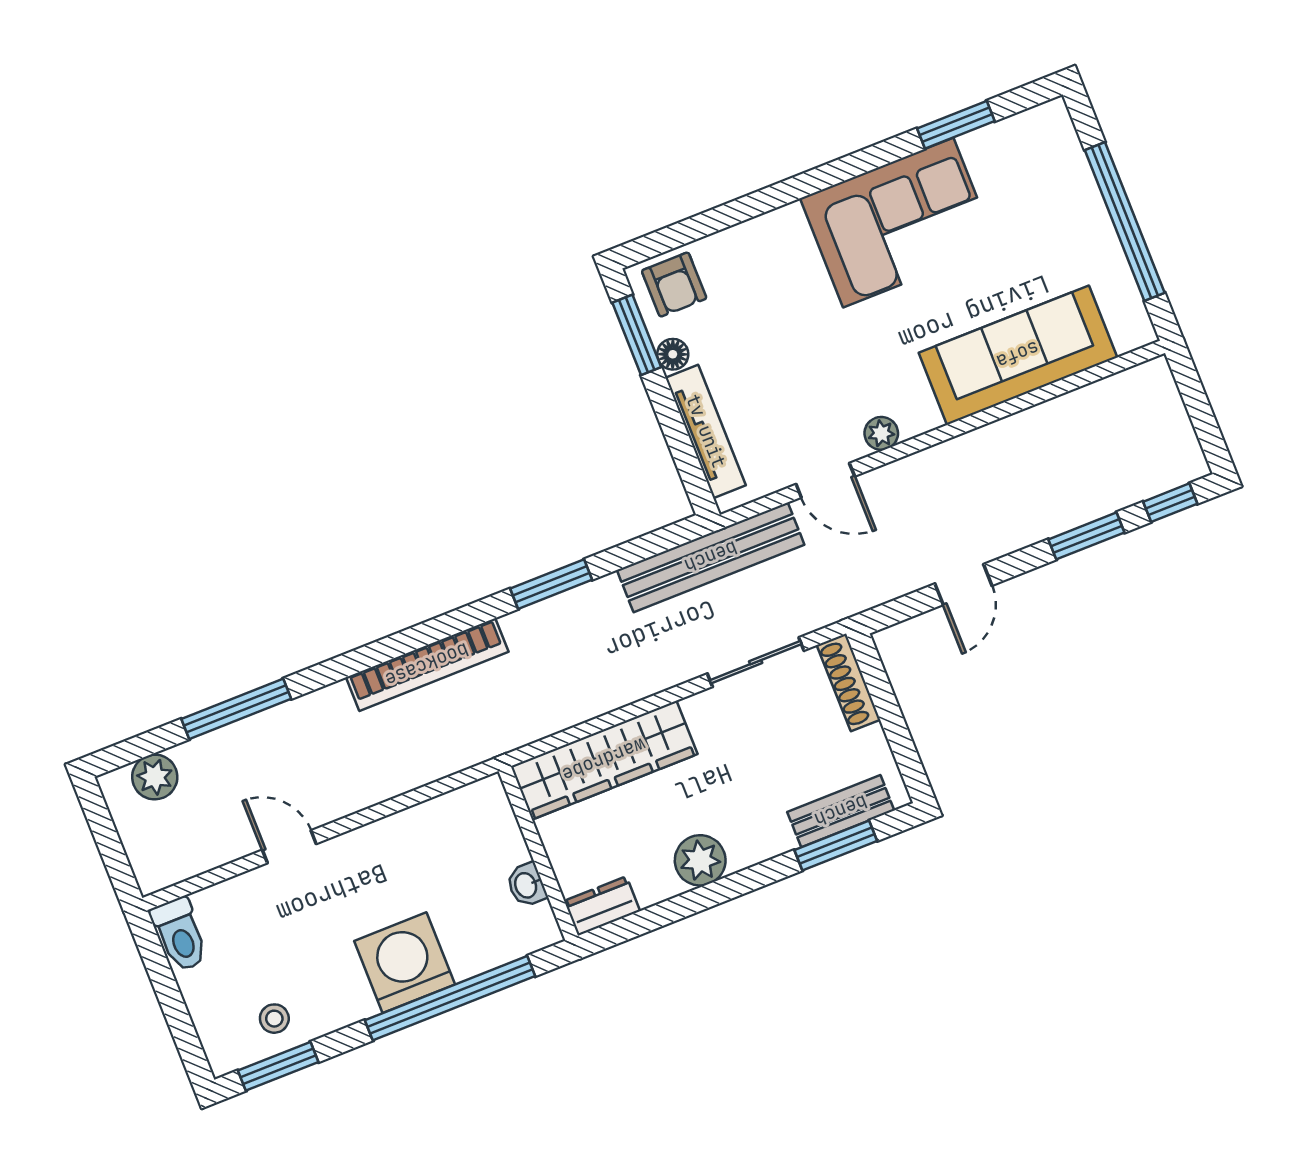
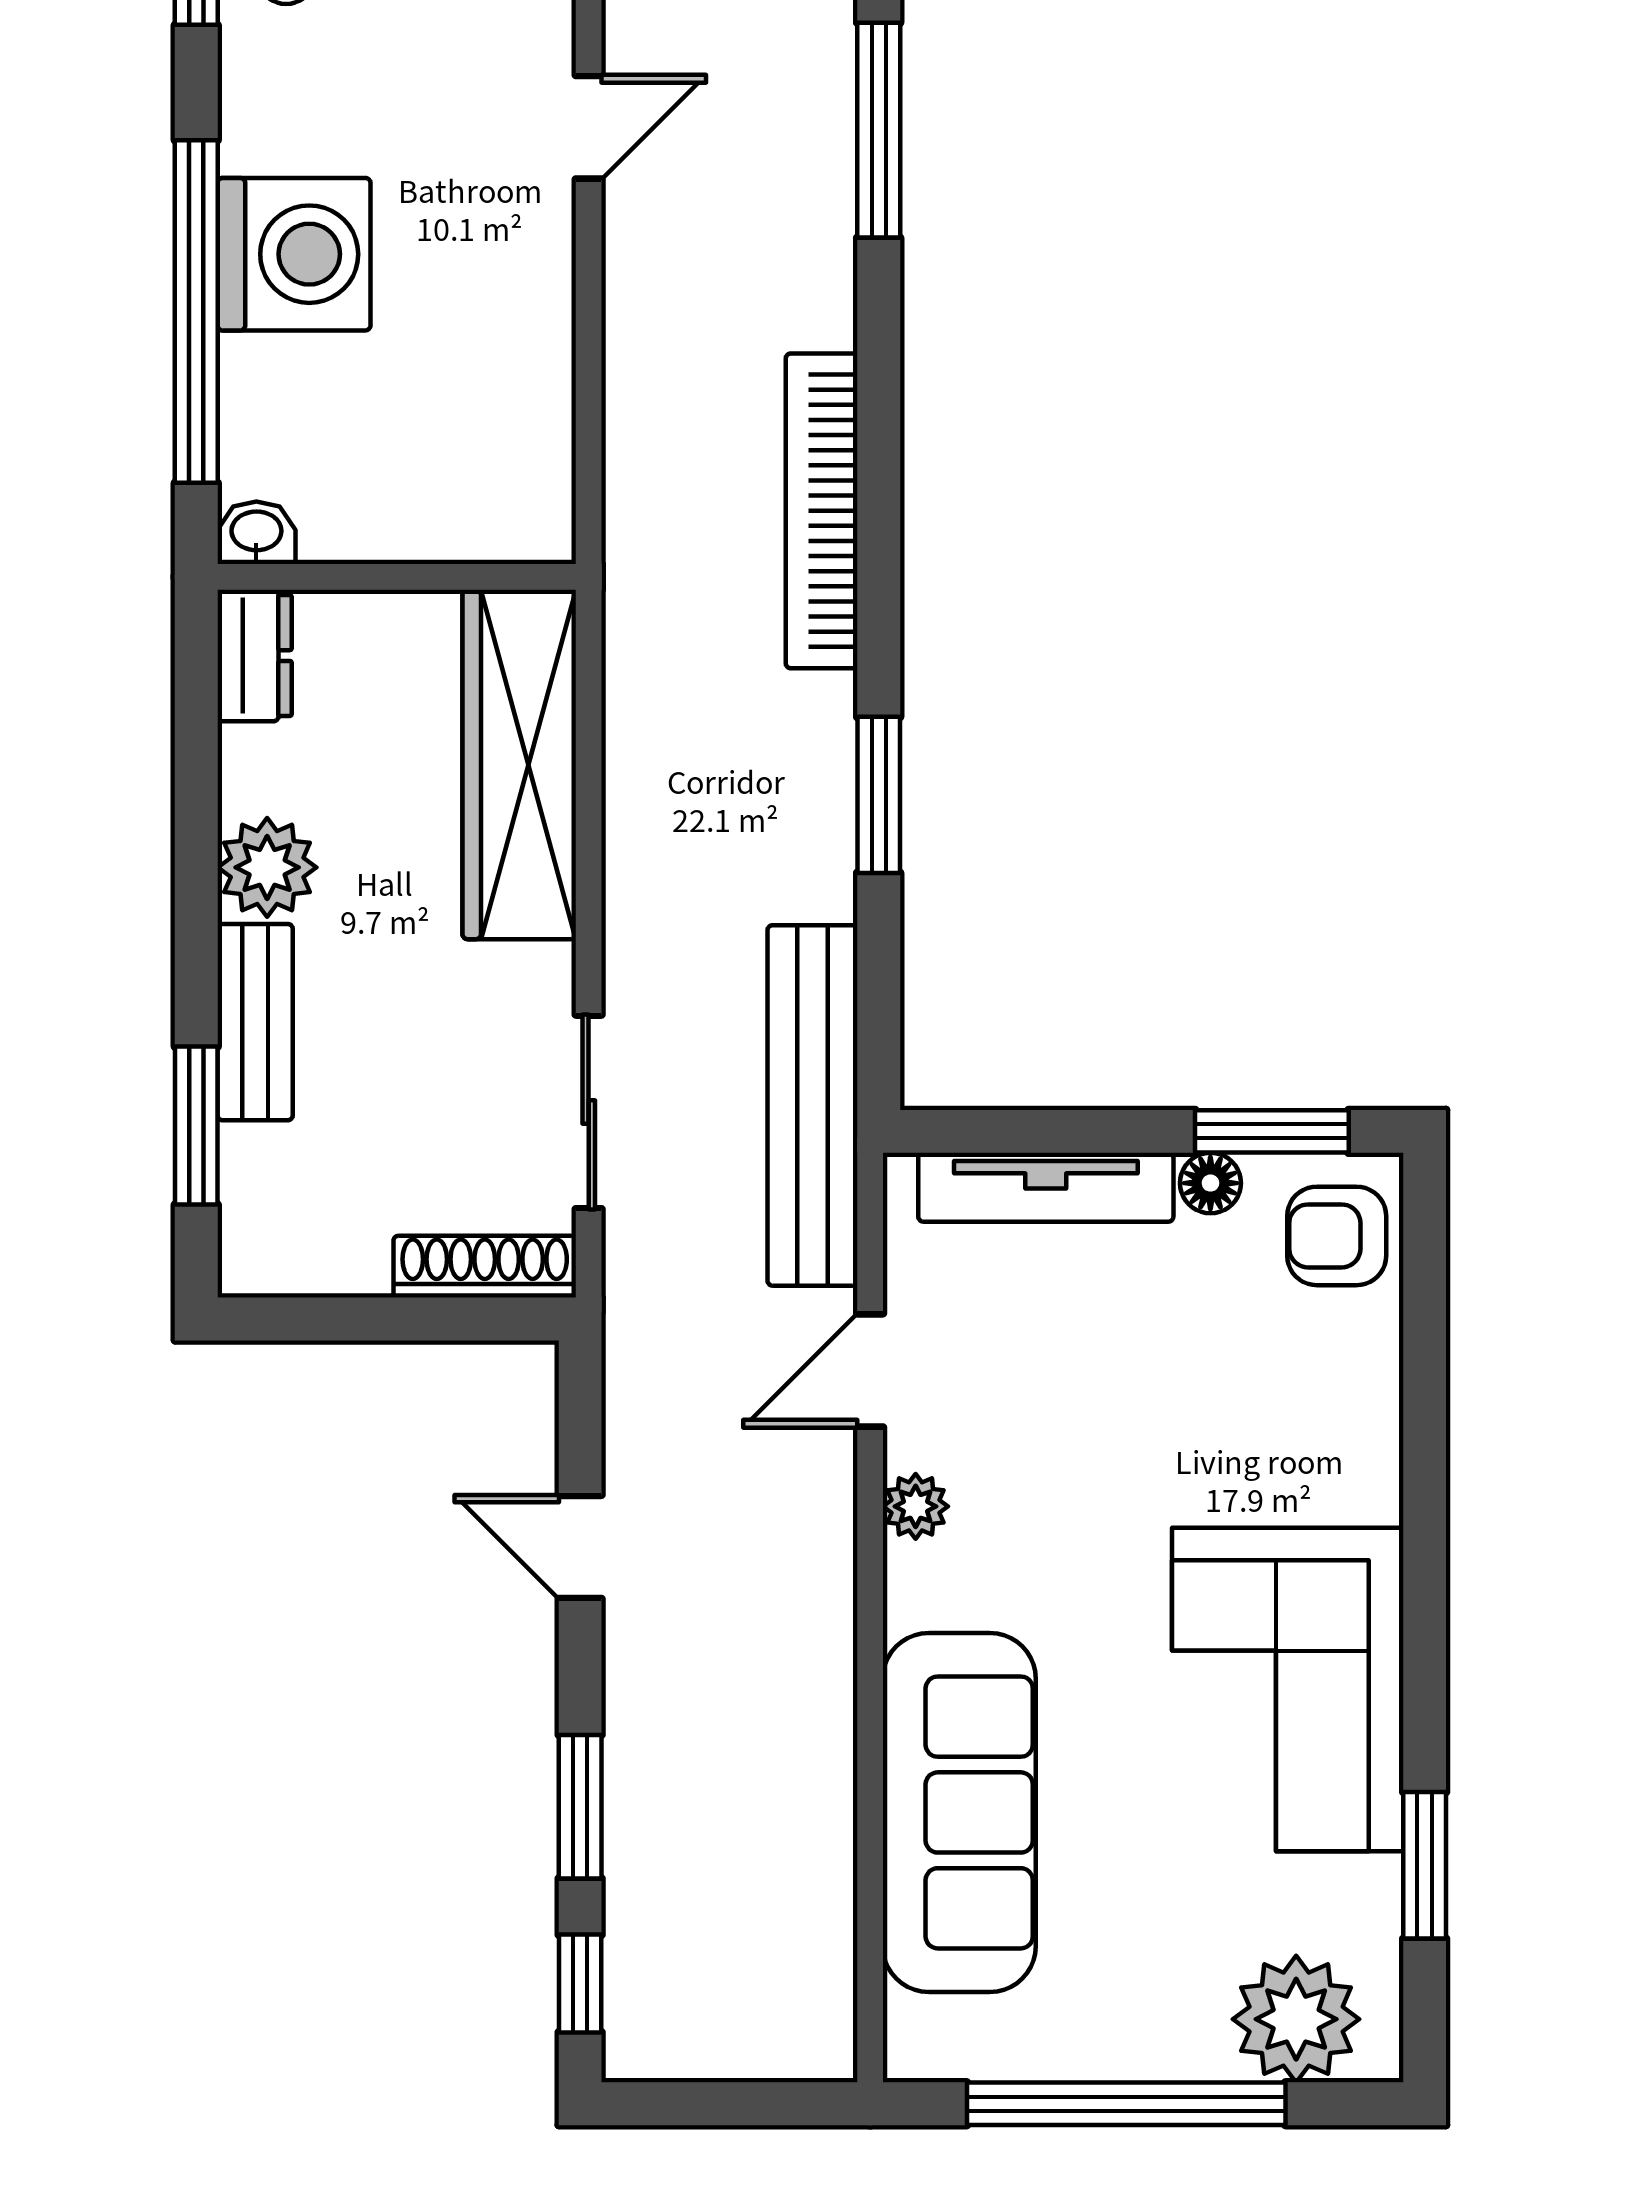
plant: (1053, 157) -> (1296, 2019), added
bench: (841, 811) -> (255, 1022), moved
washbasin: (527, 885) -> (256, 533), moved

